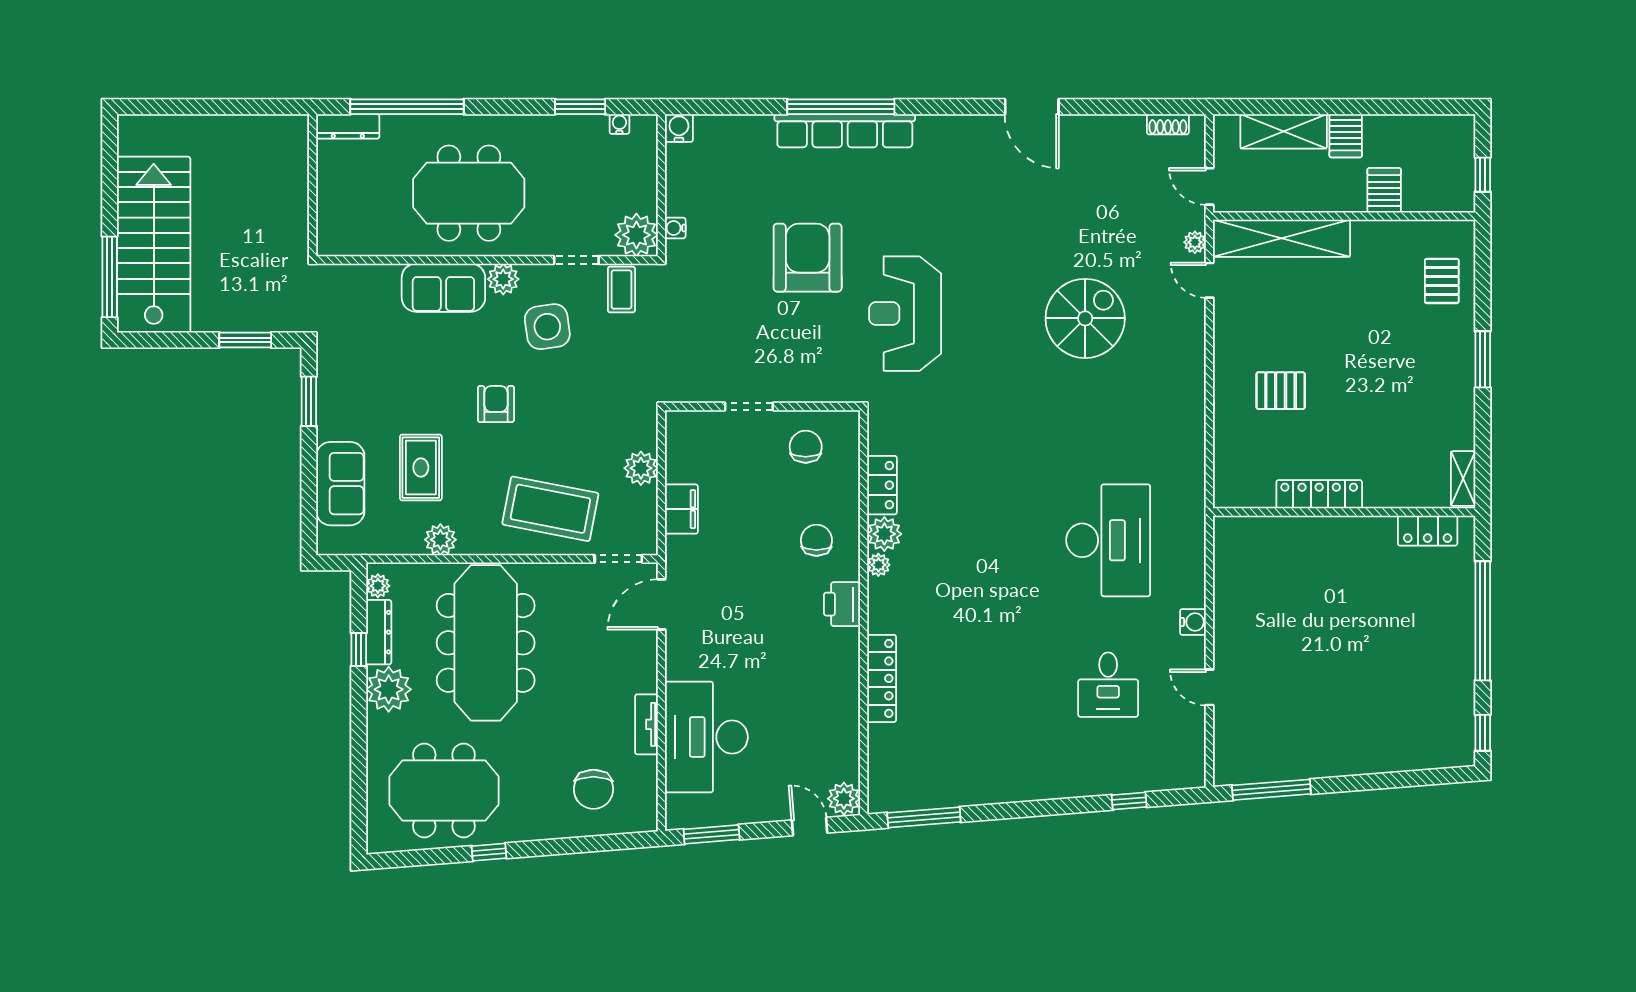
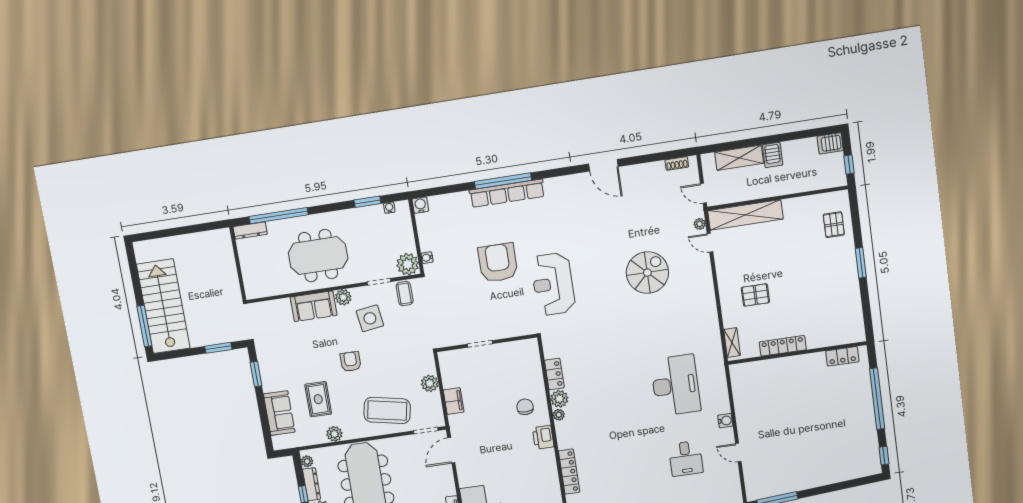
server rack: (1384, 190) -> (830, 143), moved, turned -90
chair: (806, 447) -> (512, 360), removed
shelving: (1463, 479) -> (732, 342), moved

